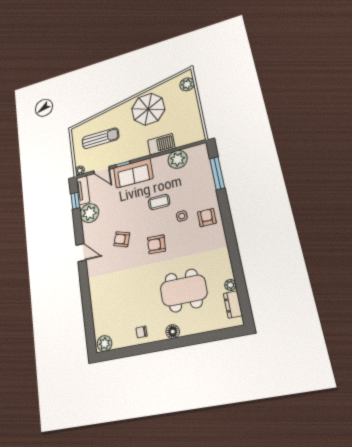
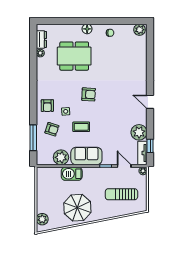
sofa: (133, 173) -> (86, 156), moved
armchair: (122, 239) -> (52, 129), moved

